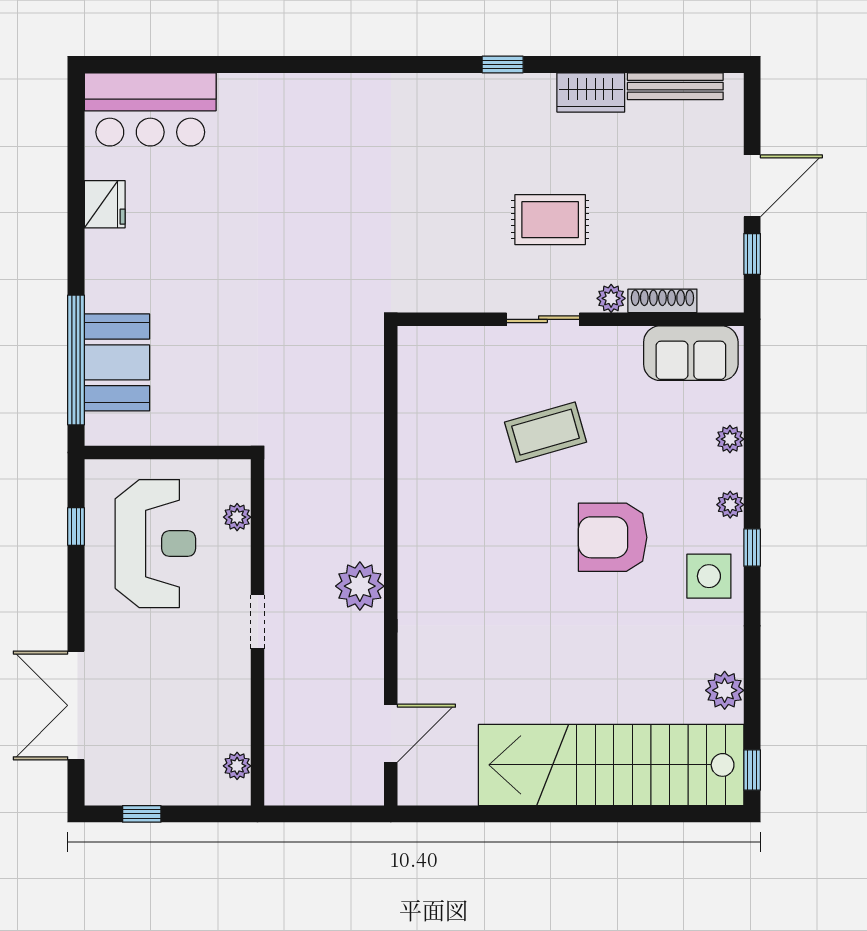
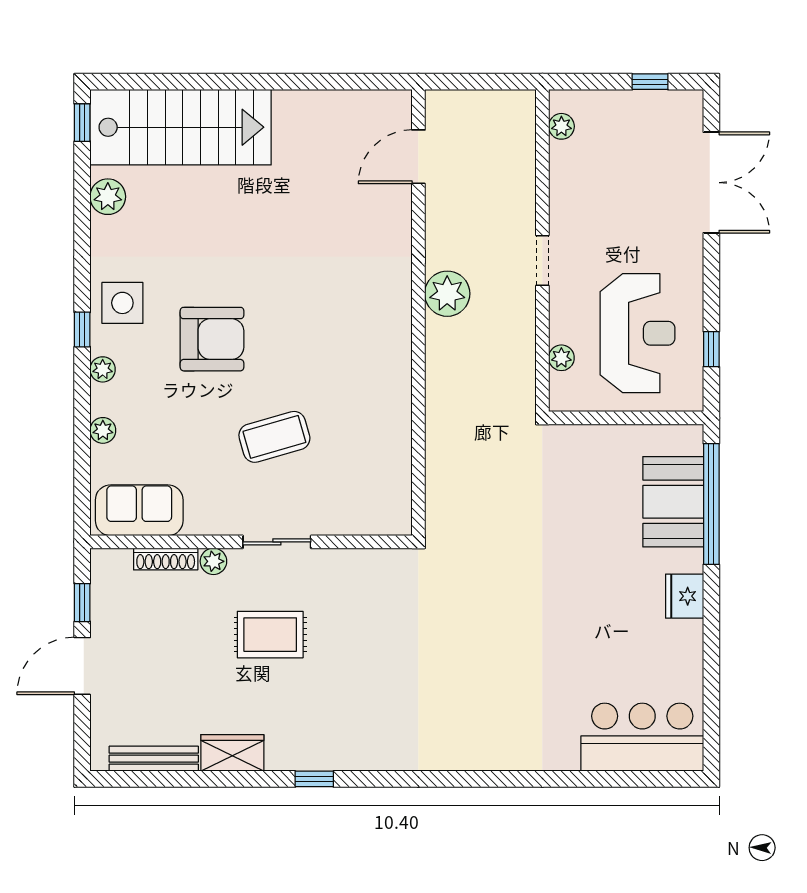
fridge: (105, 204) -> (685, 596), moved
reception desk: (155, 544) -> (637, 333), turned 180
stairs: (611, 765) -> (181, 127), width x0.73

